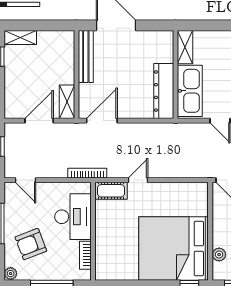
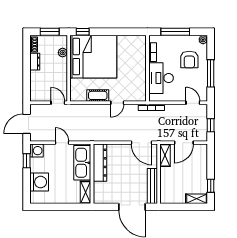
door: (102, 121) -> (142, 143), hinge flipped
cot: (111, 191) -> (98, 95), moved
armchair: (31, 244) -> (189, 60), turned 111

